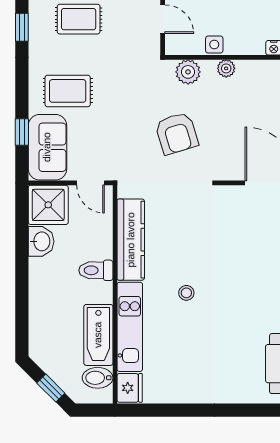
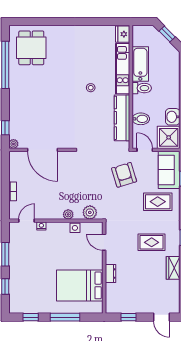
armchair: (177, 133) -> (124, 175), moved
toilet: (96, 270) -> (142, 88), moved
bidet: (98, 378) -> (141, 119), moved

